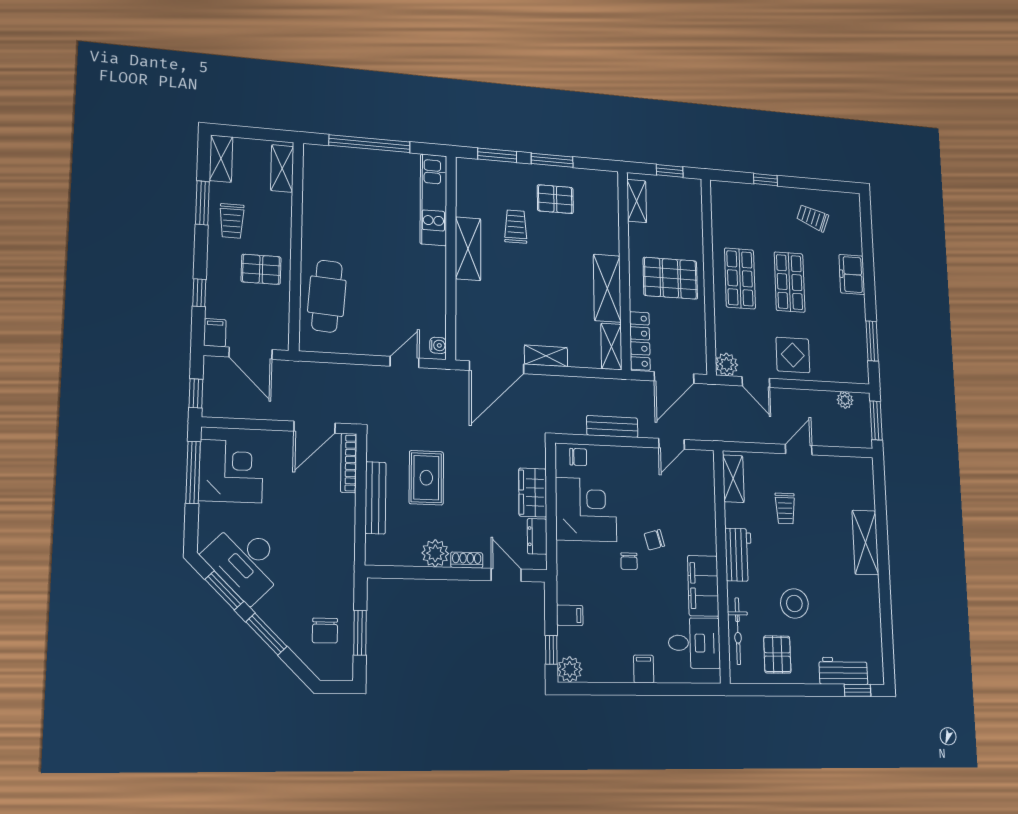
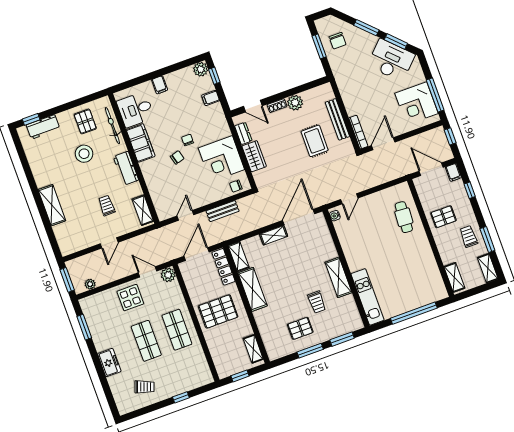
cafe table: (327, 296) -> (404, 217), width x0.73, depth x0.74
chair: (325, 631) -> (338, 41), turned 180

